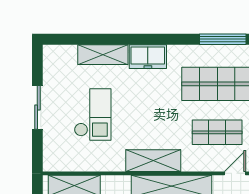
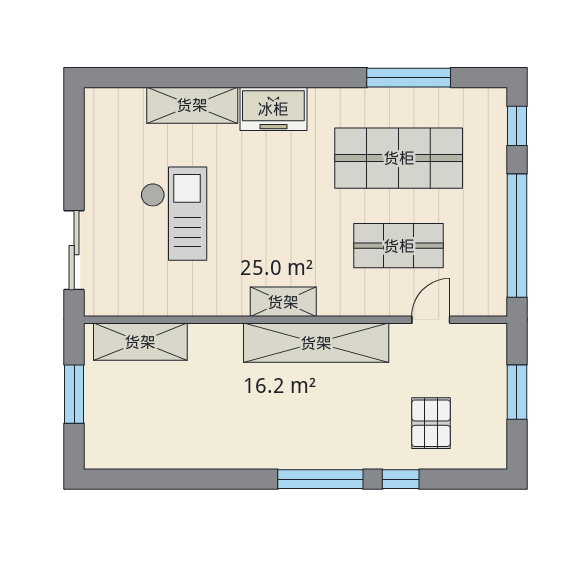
sliding door: (37, 107) -> (74, 250), moved
shelving: (153, 161) -> (283, 302), width x0.67, depth x0.75

